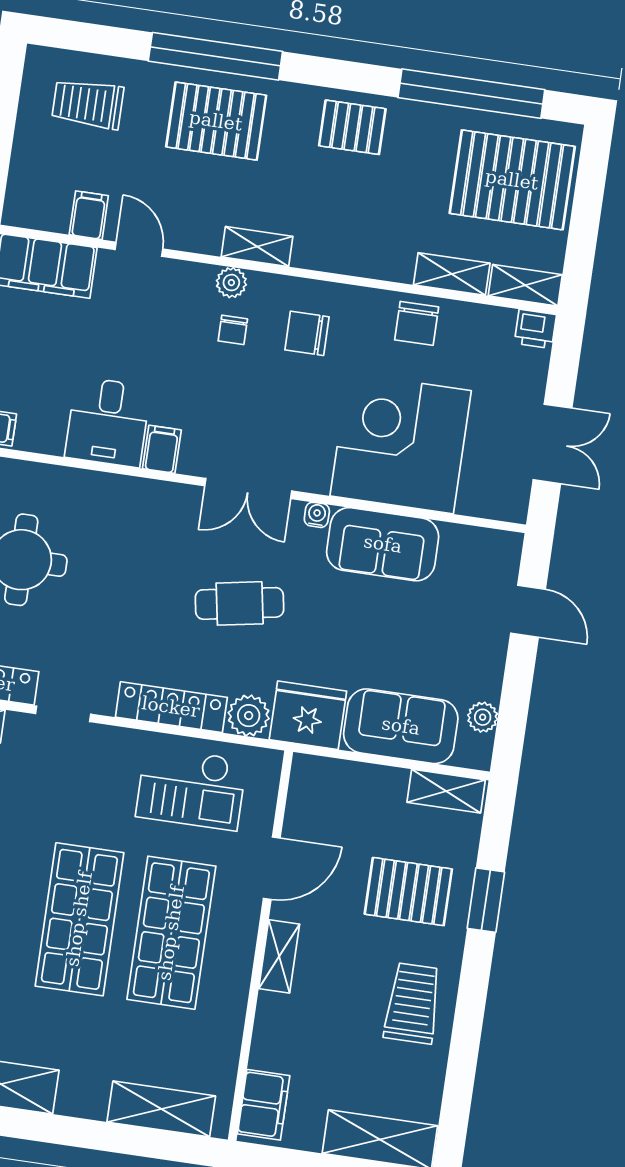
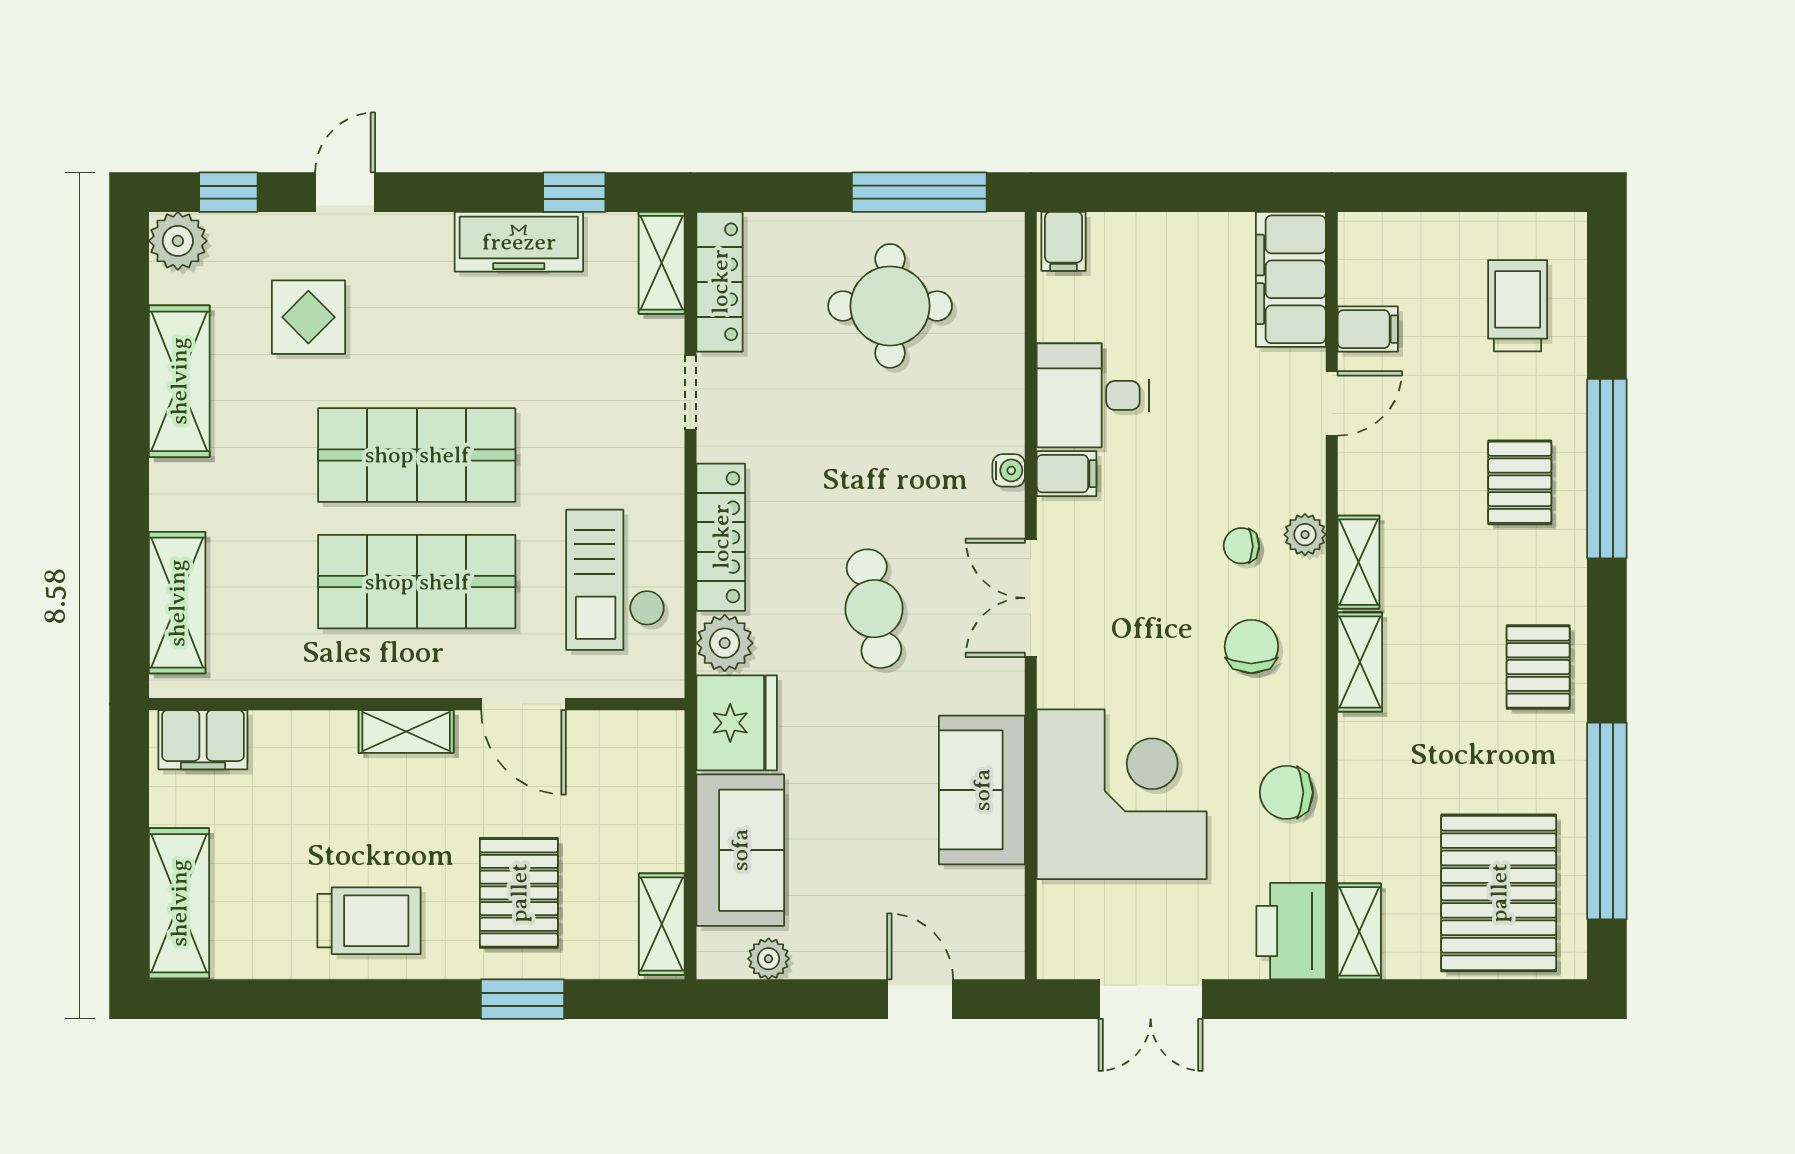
pallet: (216, 121) -> (1520, 482), width x0.67, depth x0.71
shelving: (452, 274) -> (1360, 662), moved
printer: (535, 329) -> (1291, 931), width x1.87, depth x1.48
water cooler: (317, 515) -> (1009, 470), moved
door: (528, 611) -> (920, 999), swing flipped

